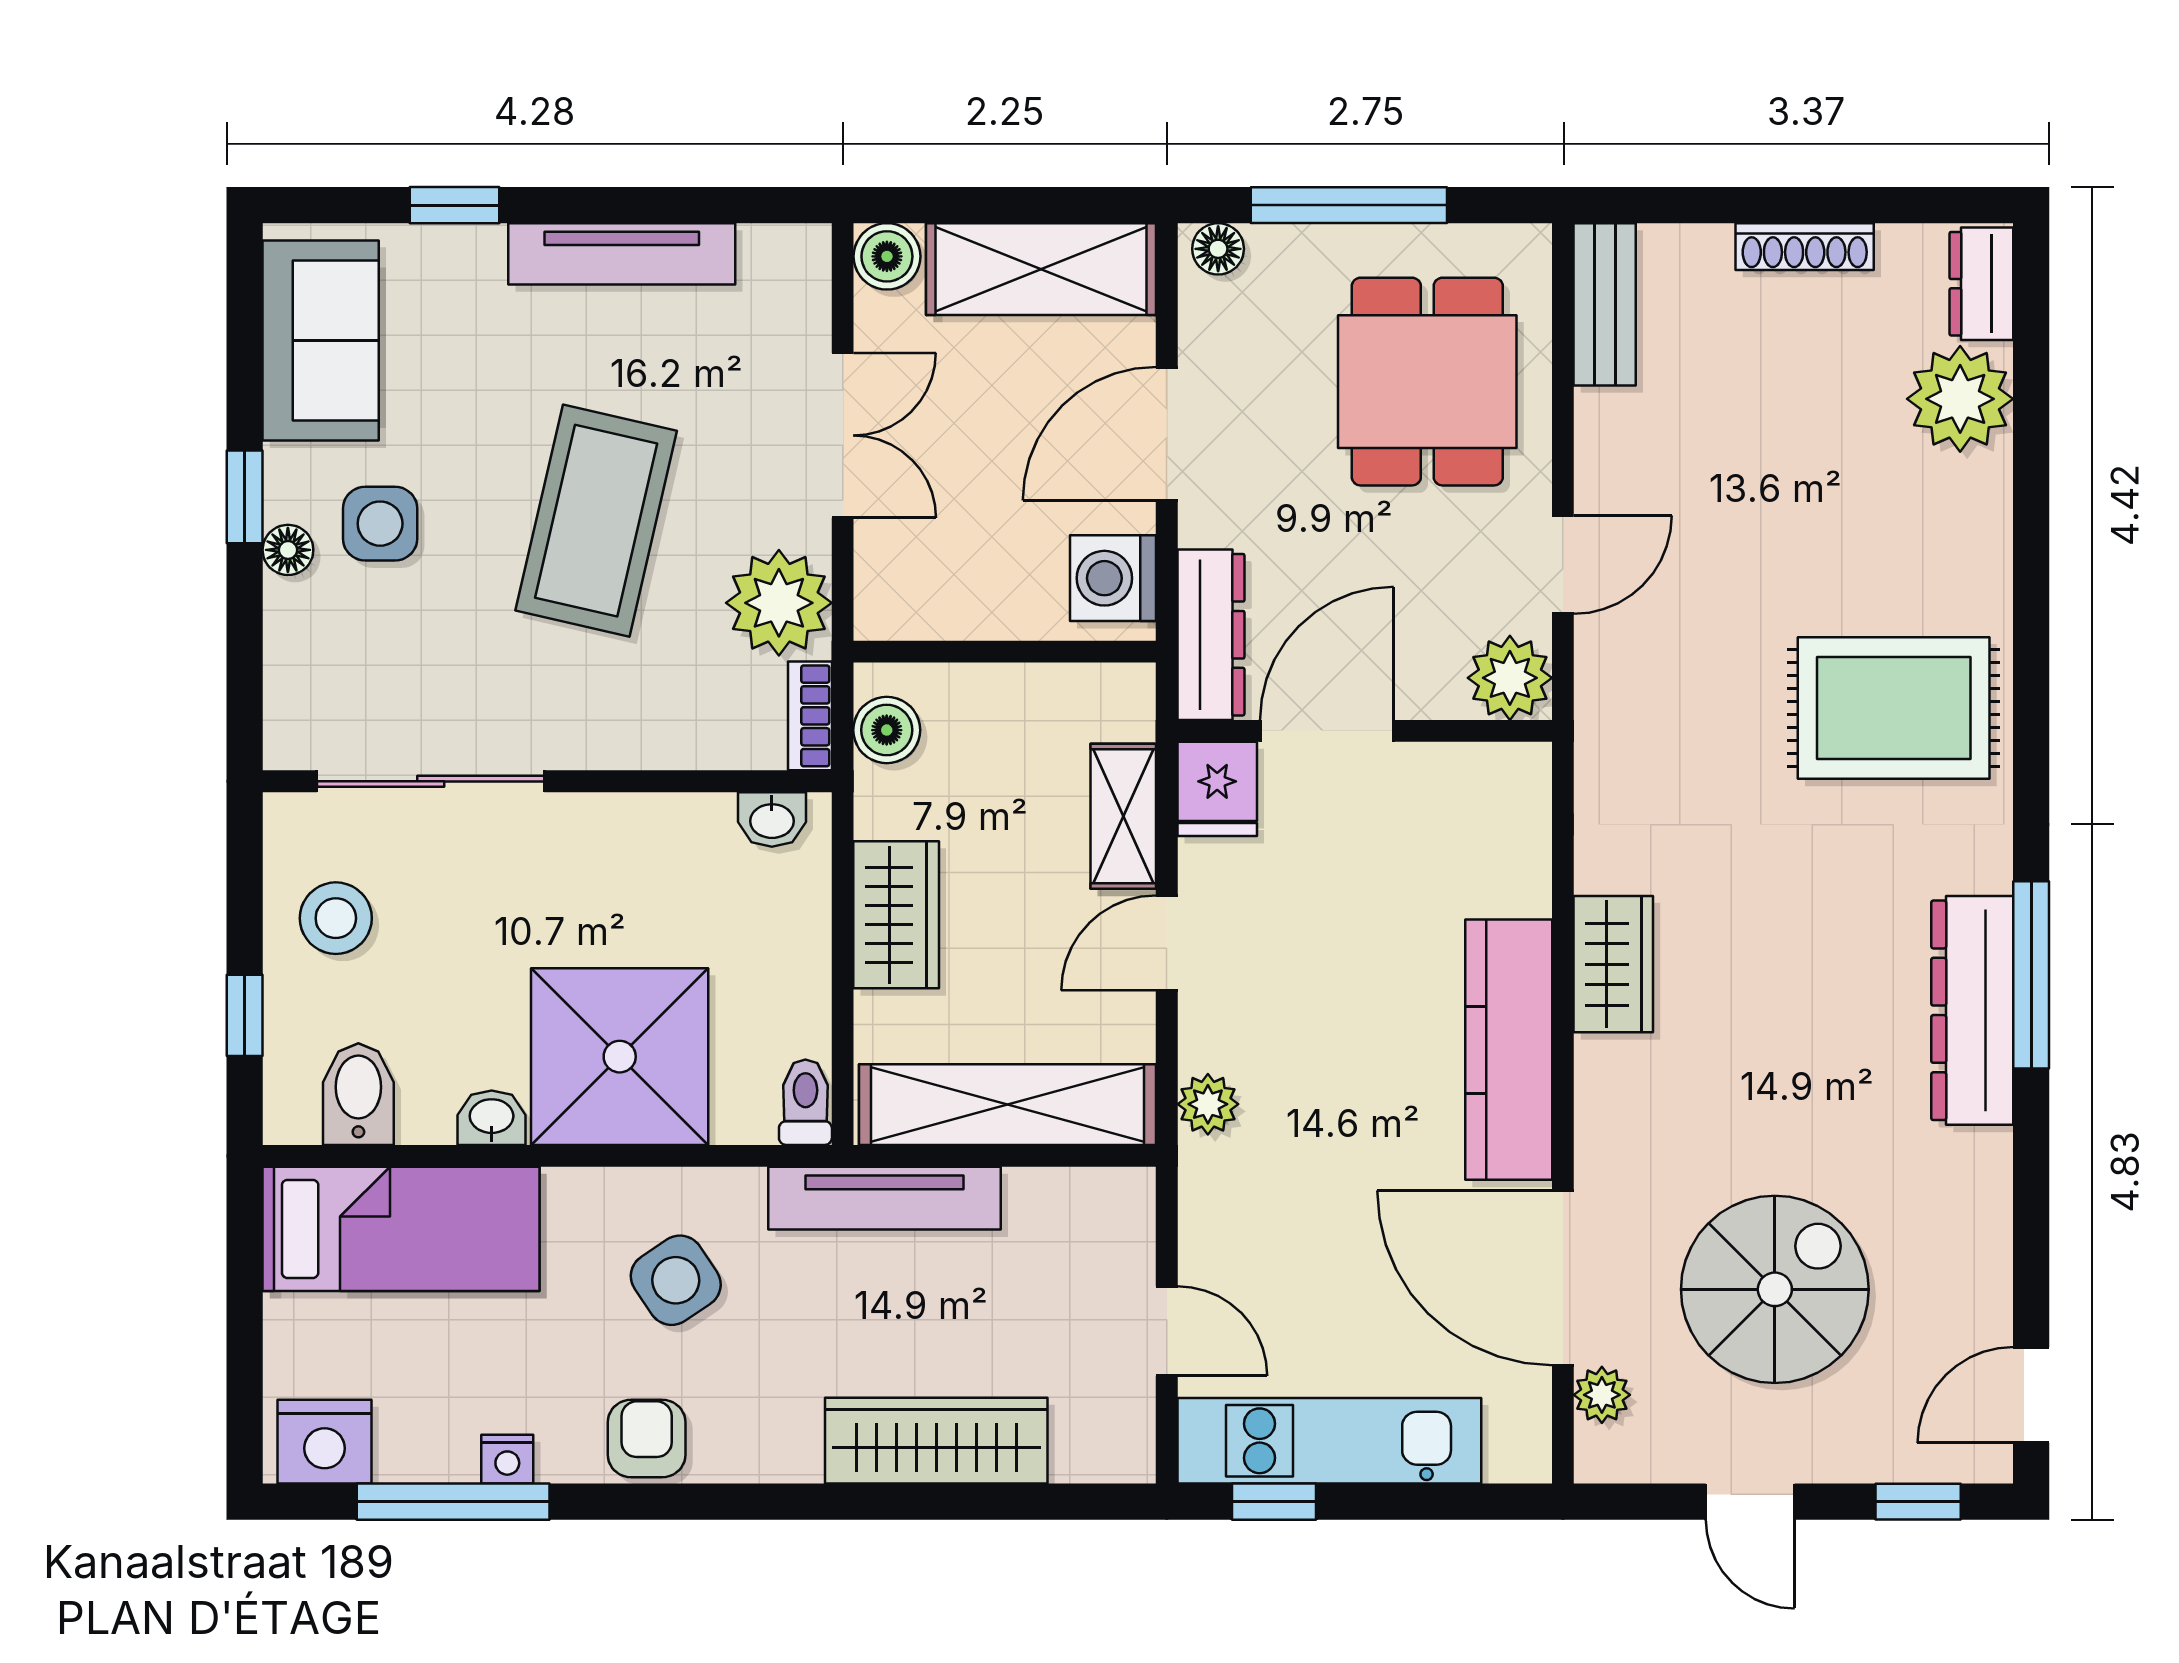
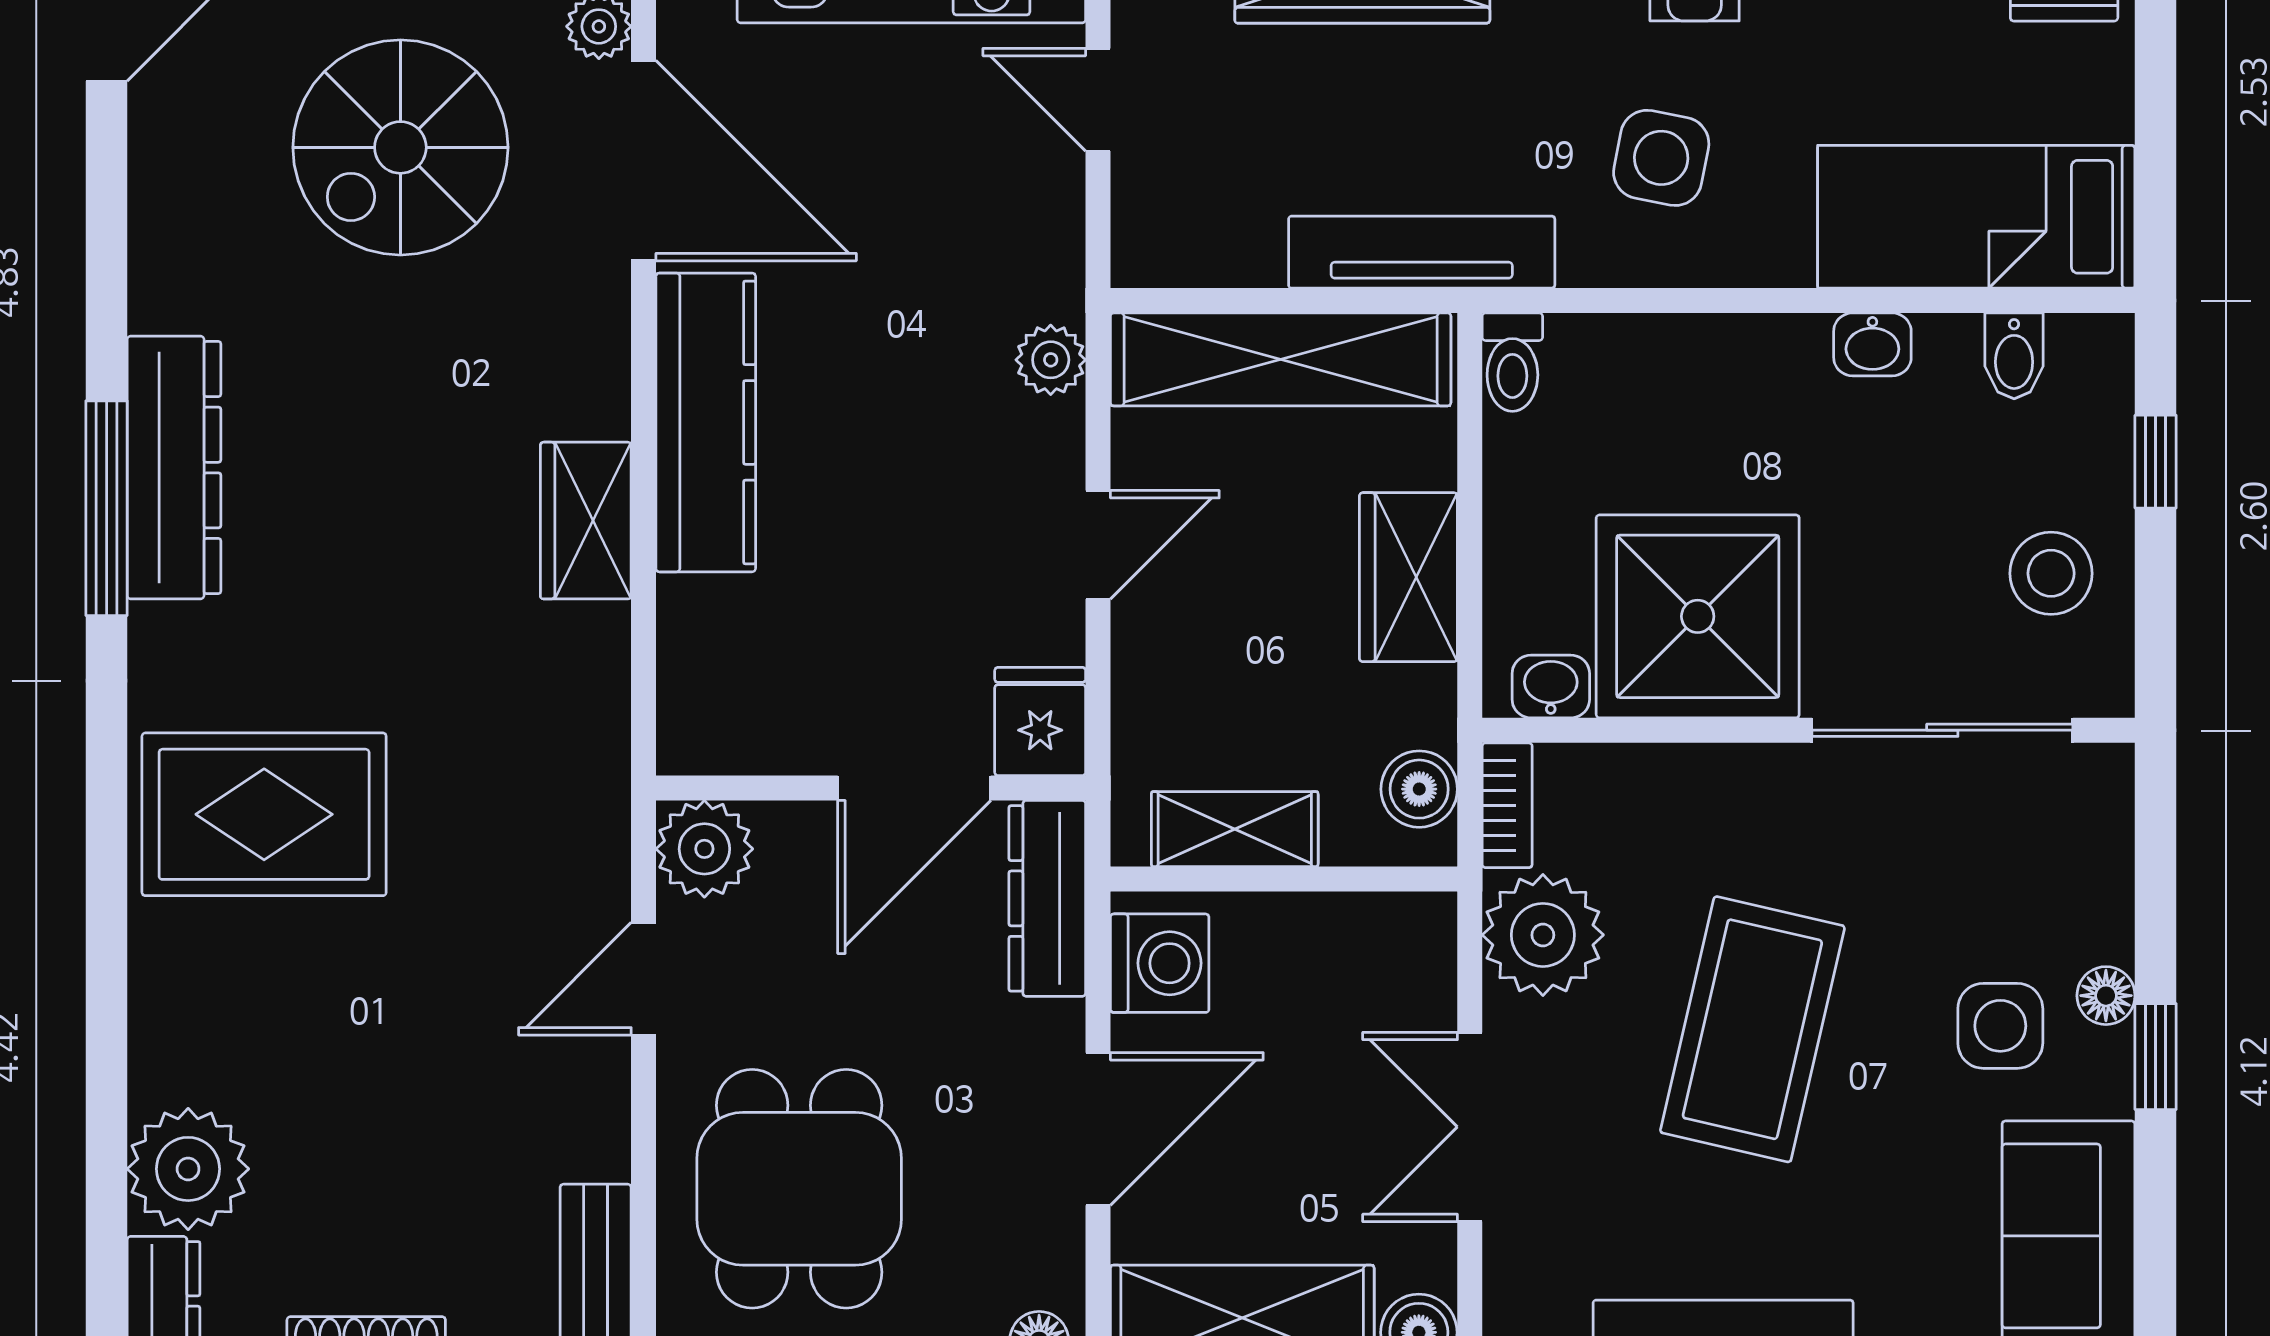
shelving: (1123, 816) -> (1235, 829), moved, turned 90
shower: (620, 1057) -> (1698, 616), moved
bidet: (358, 1094) -> (2014, 356), width x0.72, depth x0.74
side table: (676, 1280) -> (1661, 158), turned 45

